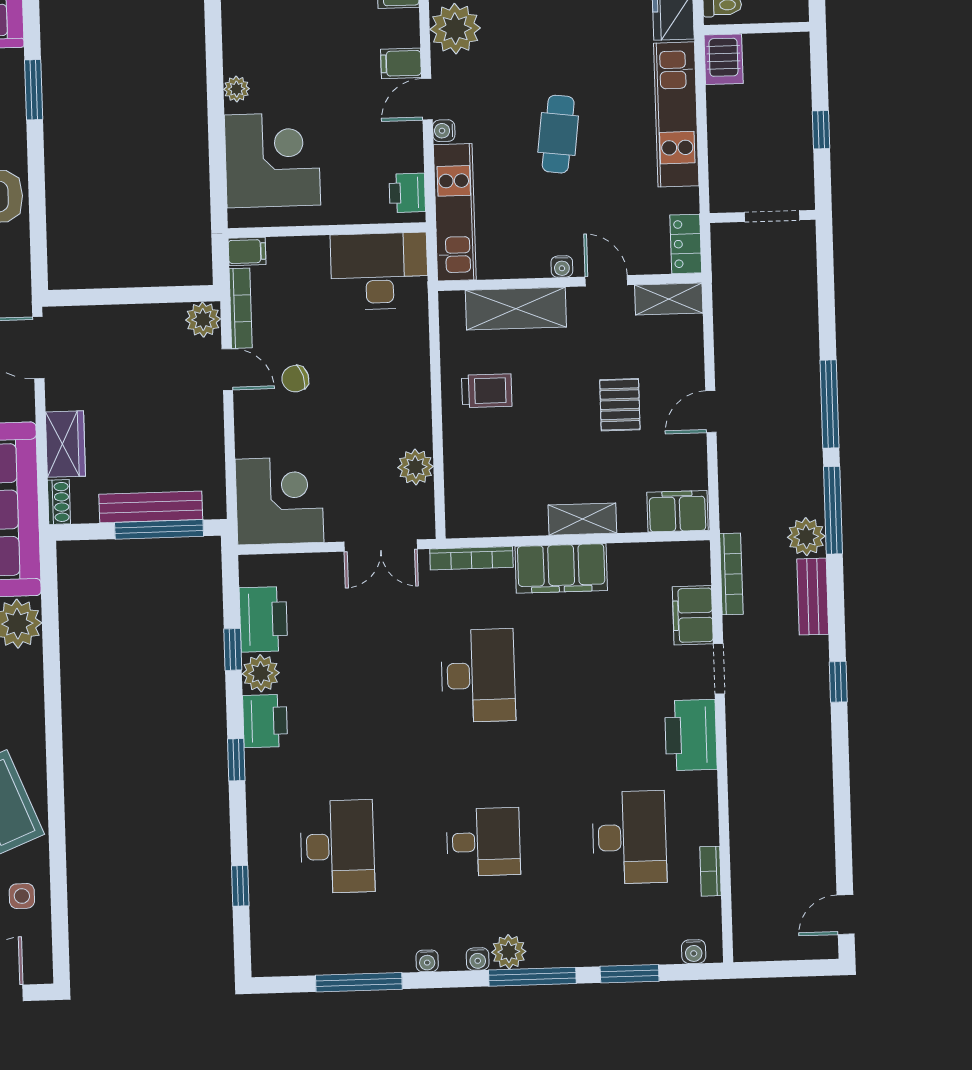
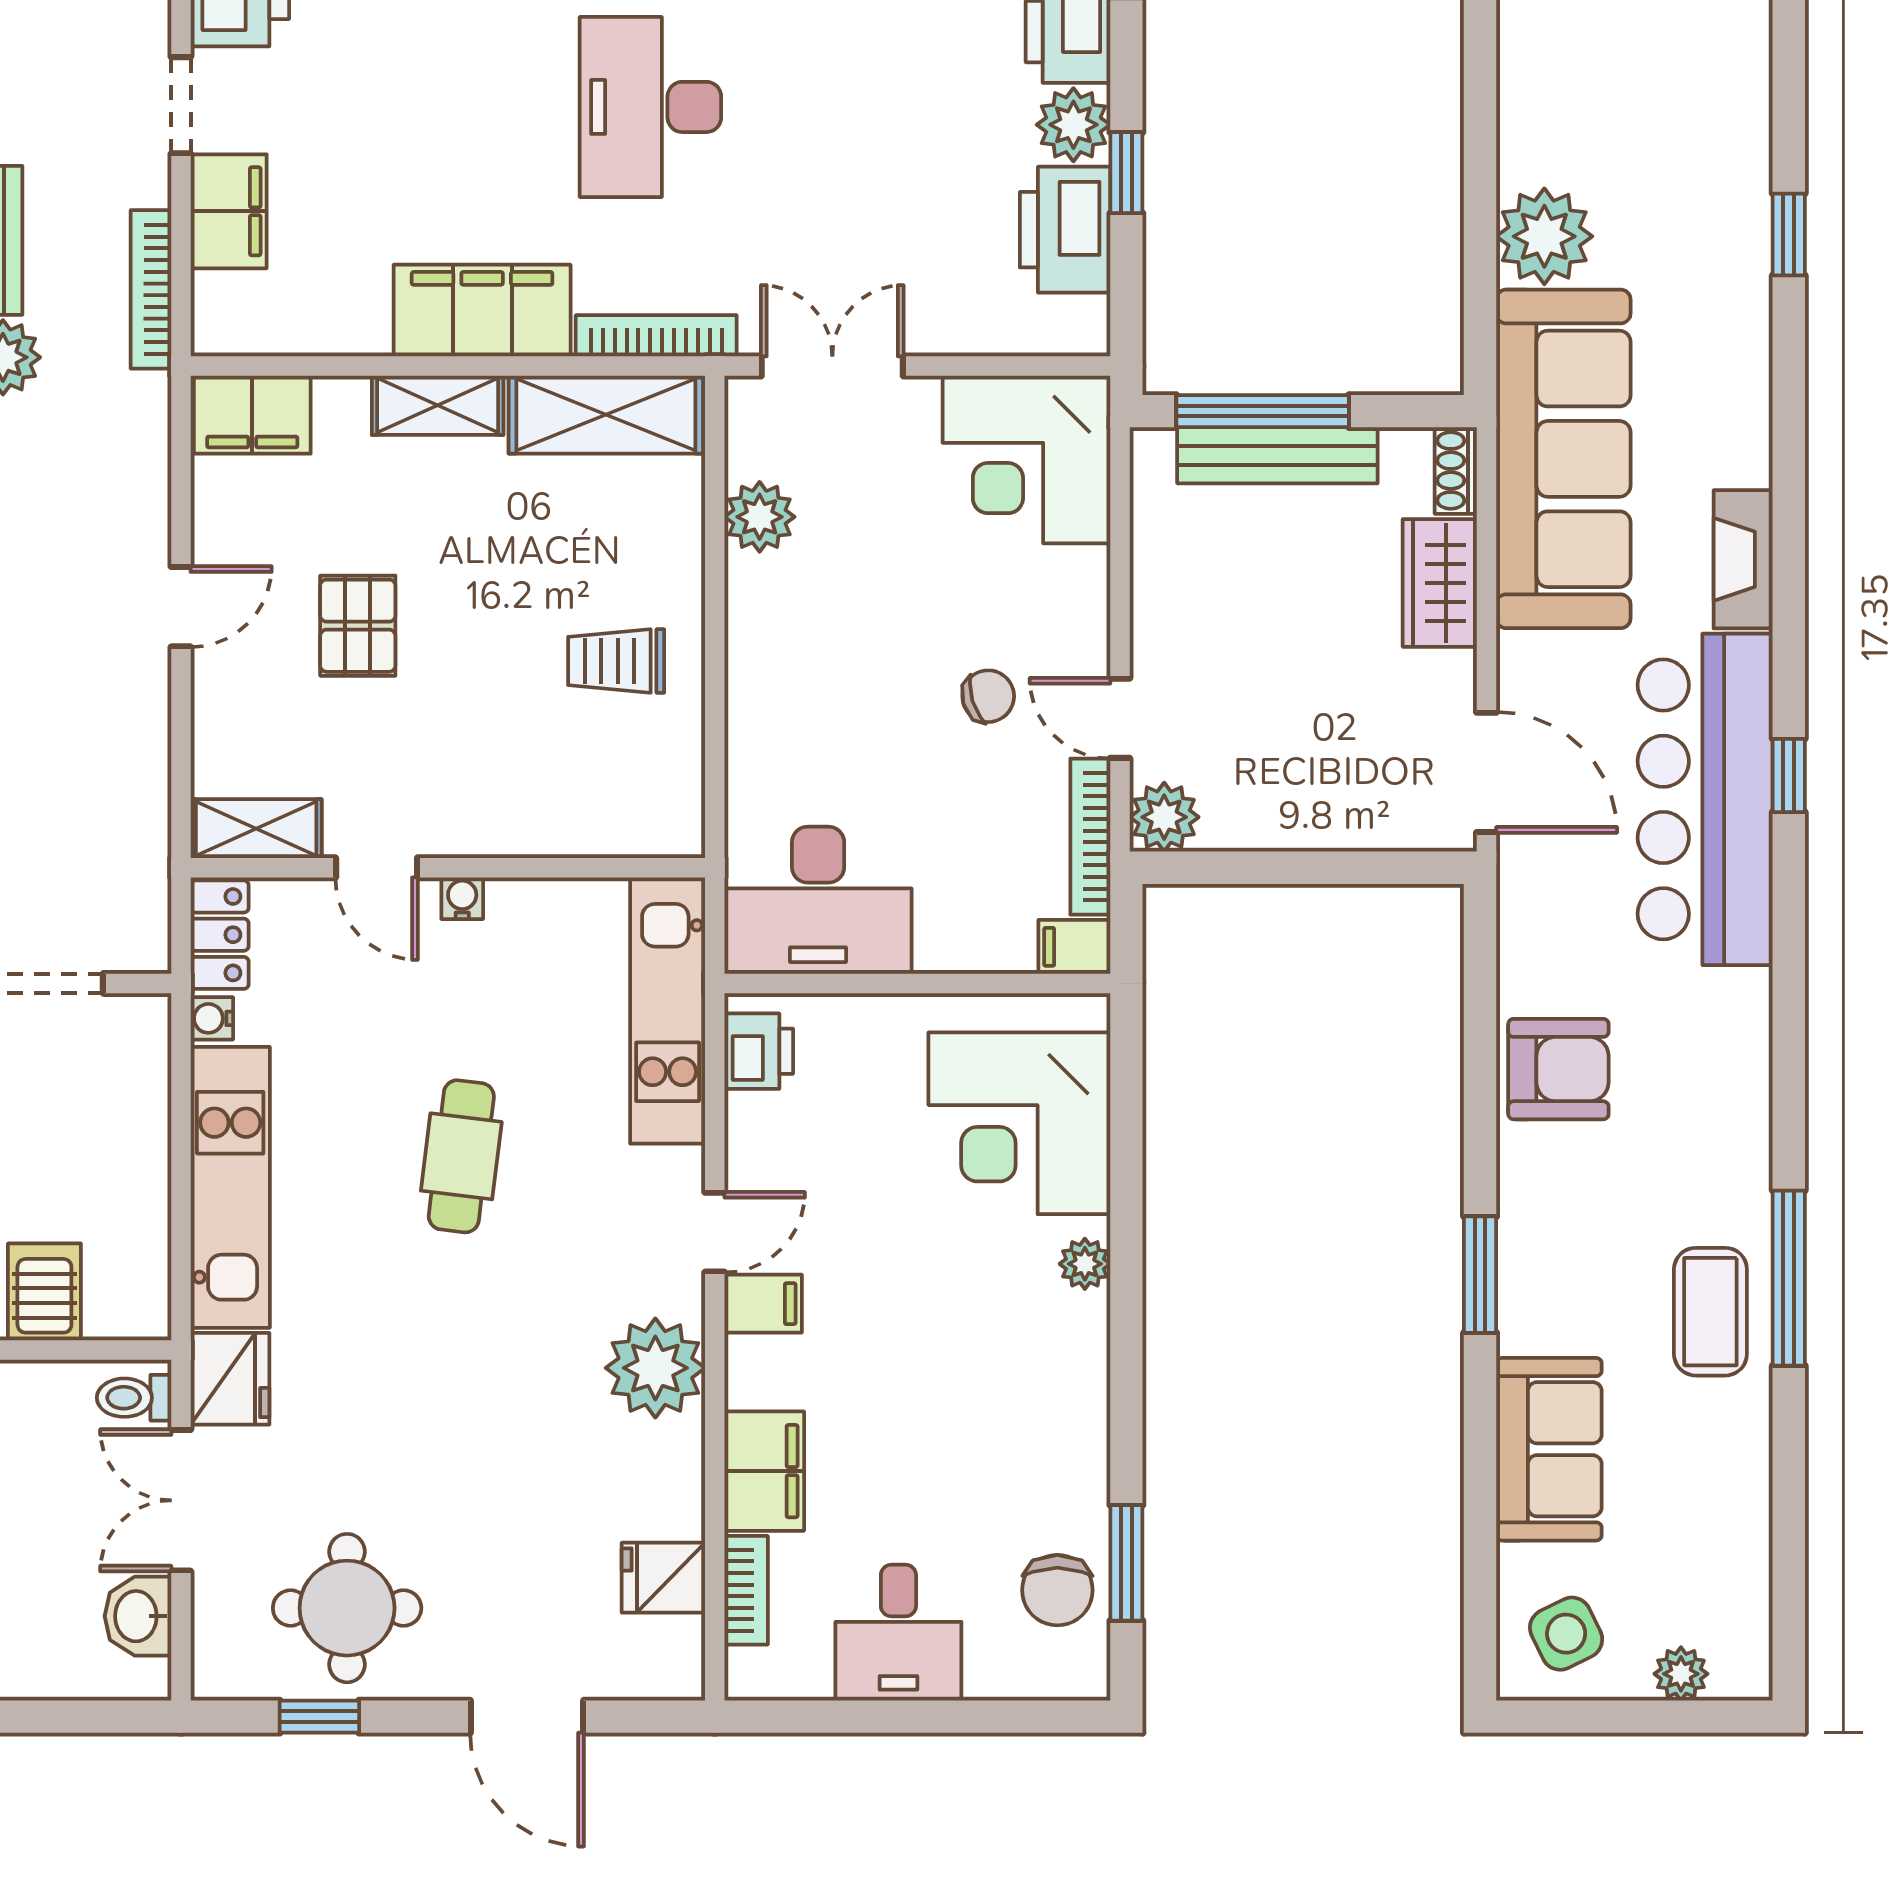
server rack: (724, 59) -> (44, 1292), moved
water cooler: (444, 131) -> (212, 1018), moved, turned 180
shelving: (516, 309) -> (606, 415), moved

